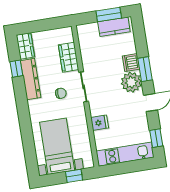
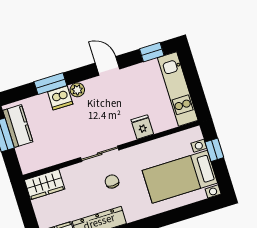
wardrobe: (69, 57) -> (45, 185), moved
window: (145, 69) -> (50, 84), moved
plant: (131, 82) -> (77, 90), width x0.53, depth x0.53

